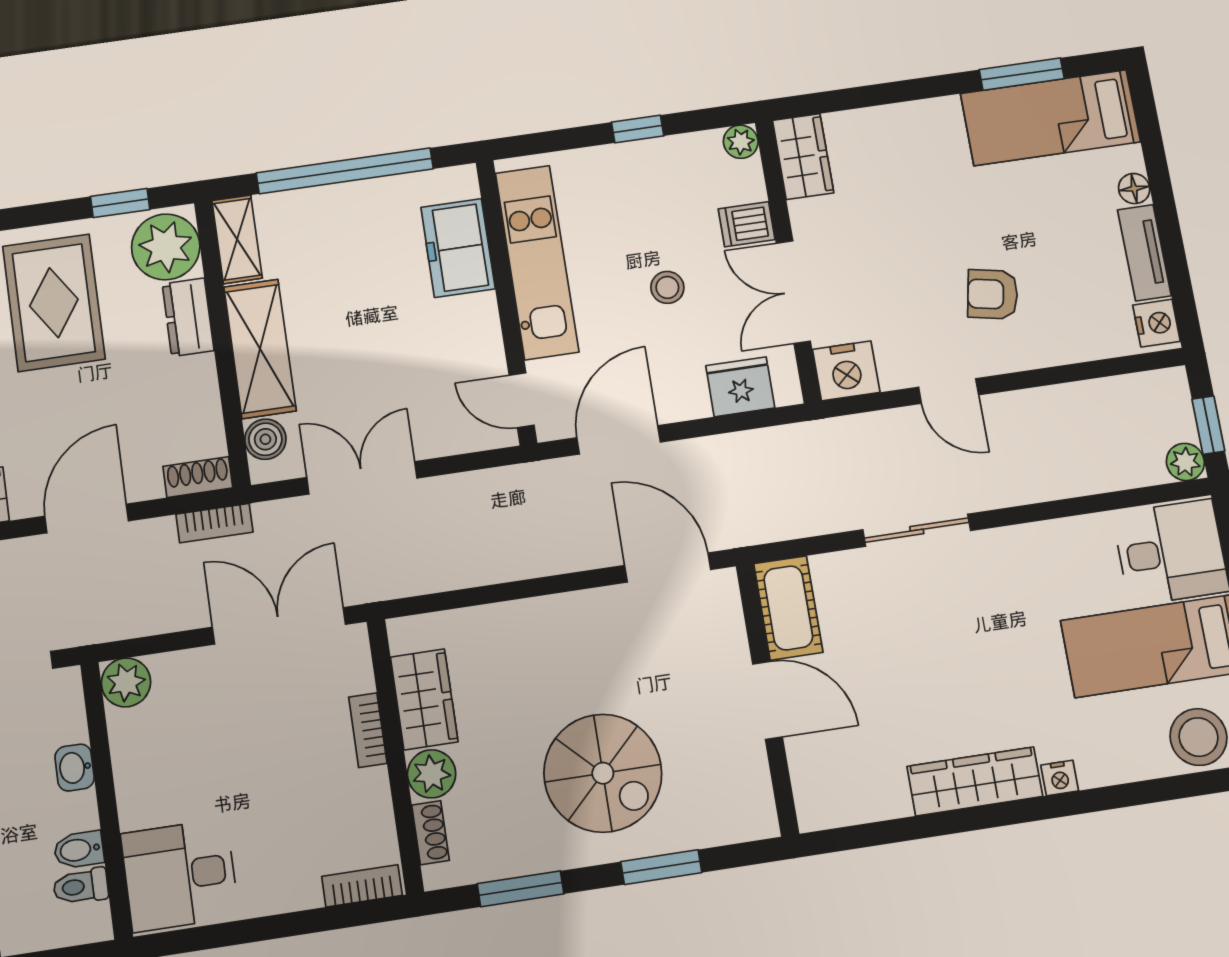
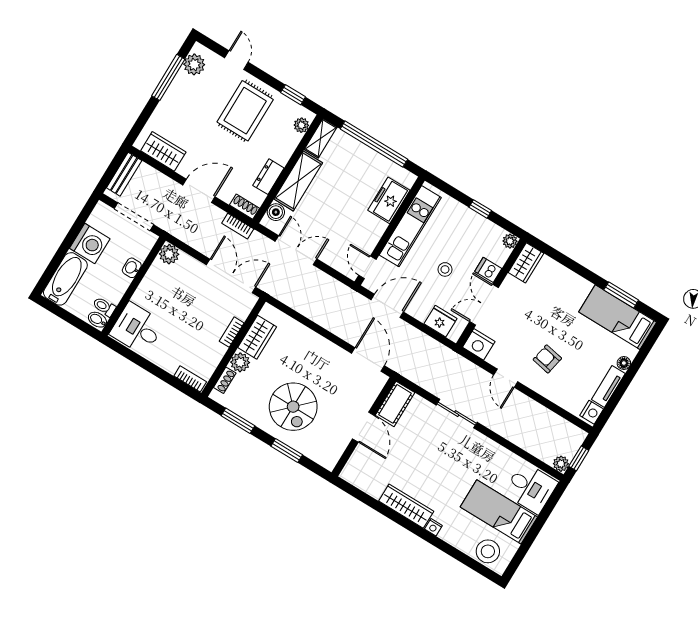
plant: (166, 247) -> (301, 125), width x0.53, depth x0.53
dresser: (188, 317) -> (268, 177), moved
bidet: (79, 850) -> (97, 320), moved

